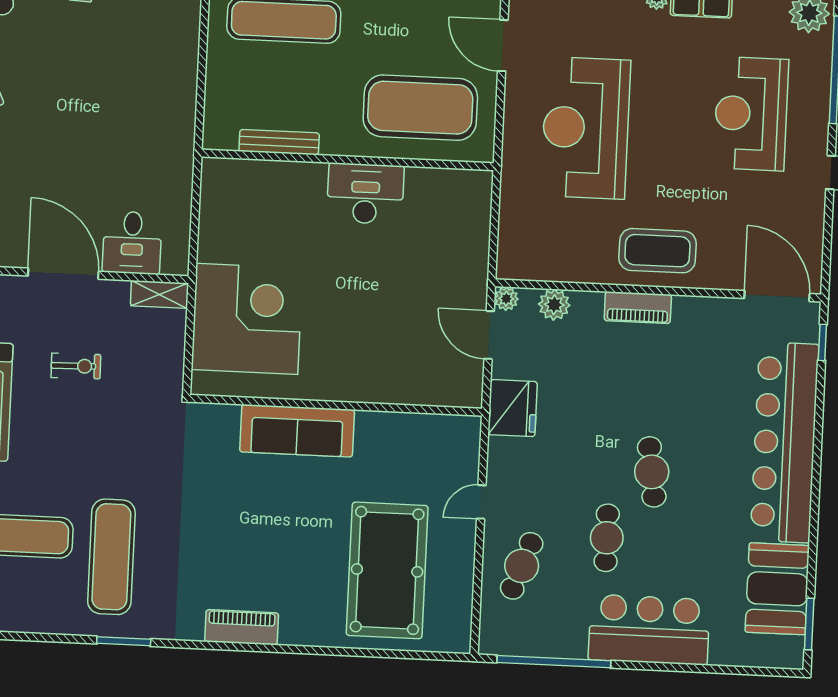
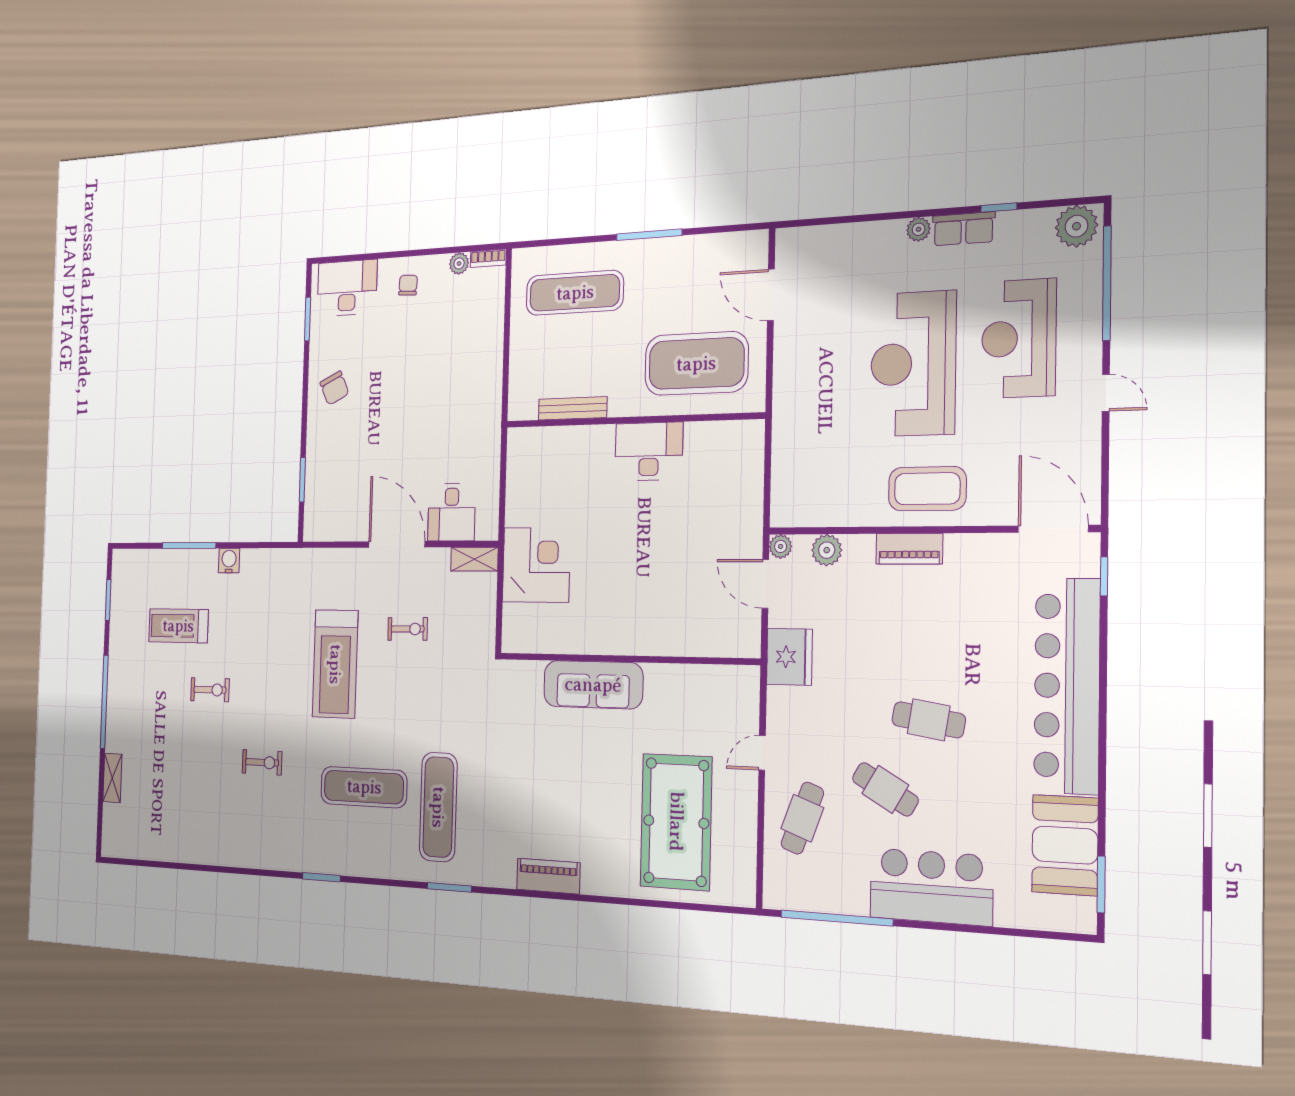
reception desk: (586, 128) -> (913, 364), moved
corner desk: (247, 319) -> (536, 565), width x0.74, depth x0.74
cafe table: (652, 472) -> (929, 720), turned -73
cafe table: (607, 538) -> (885, 789), turned -60

